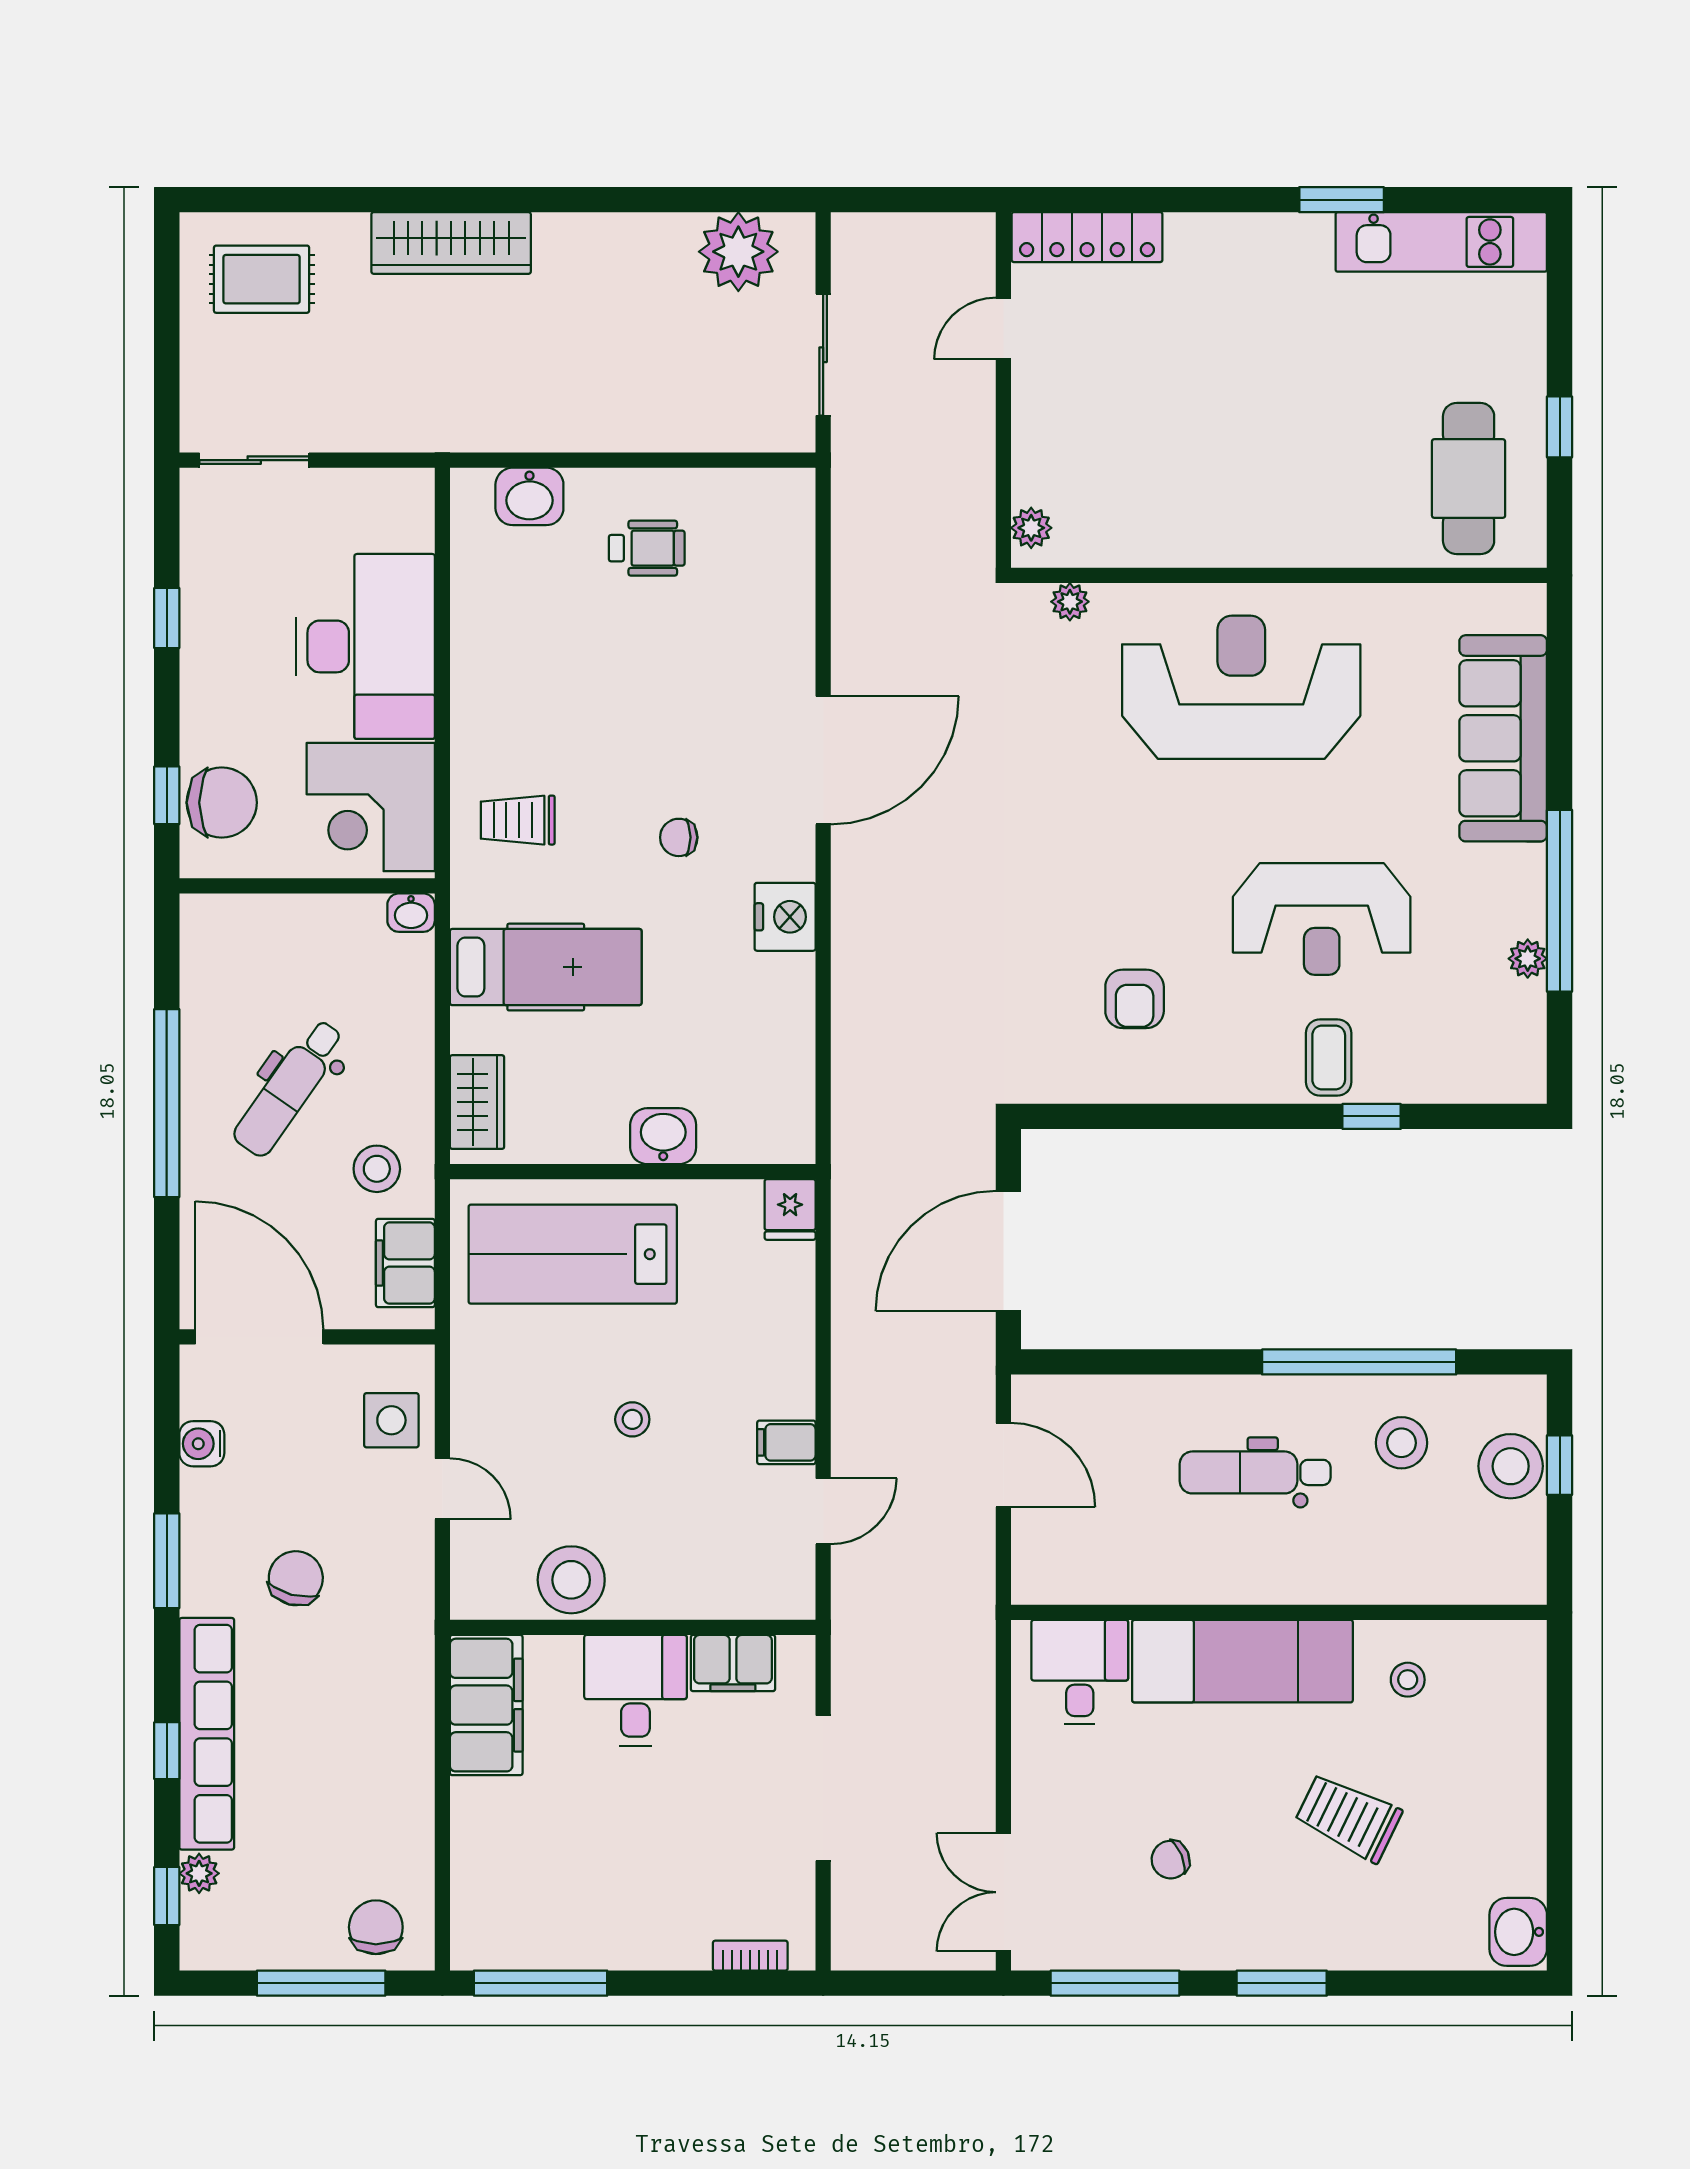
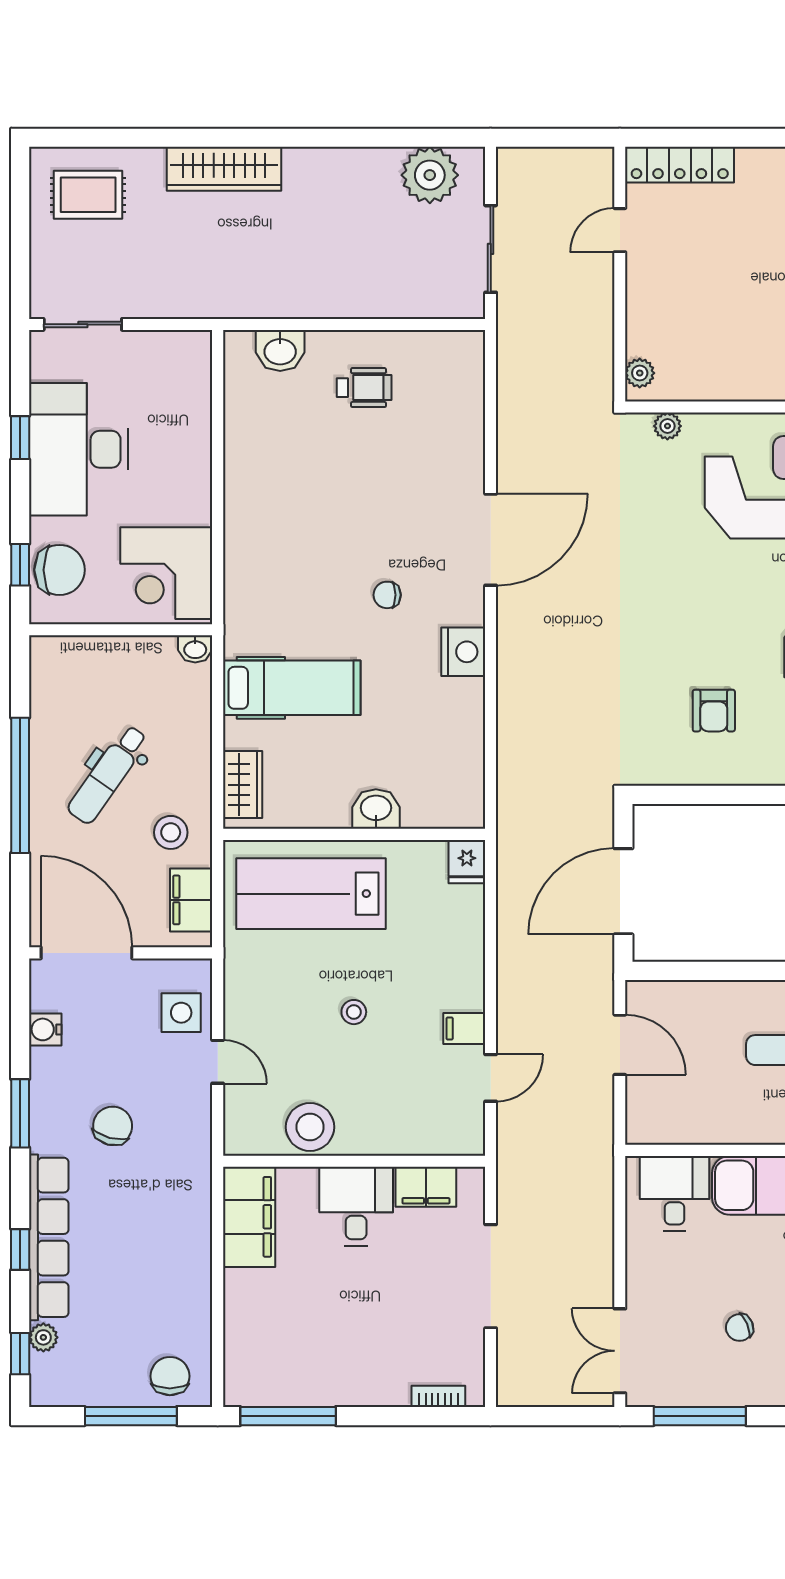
desk: (366, 646) -> (79, 449), moved, turned 180
trolley: (518, 820) -> (272, 582), removed

